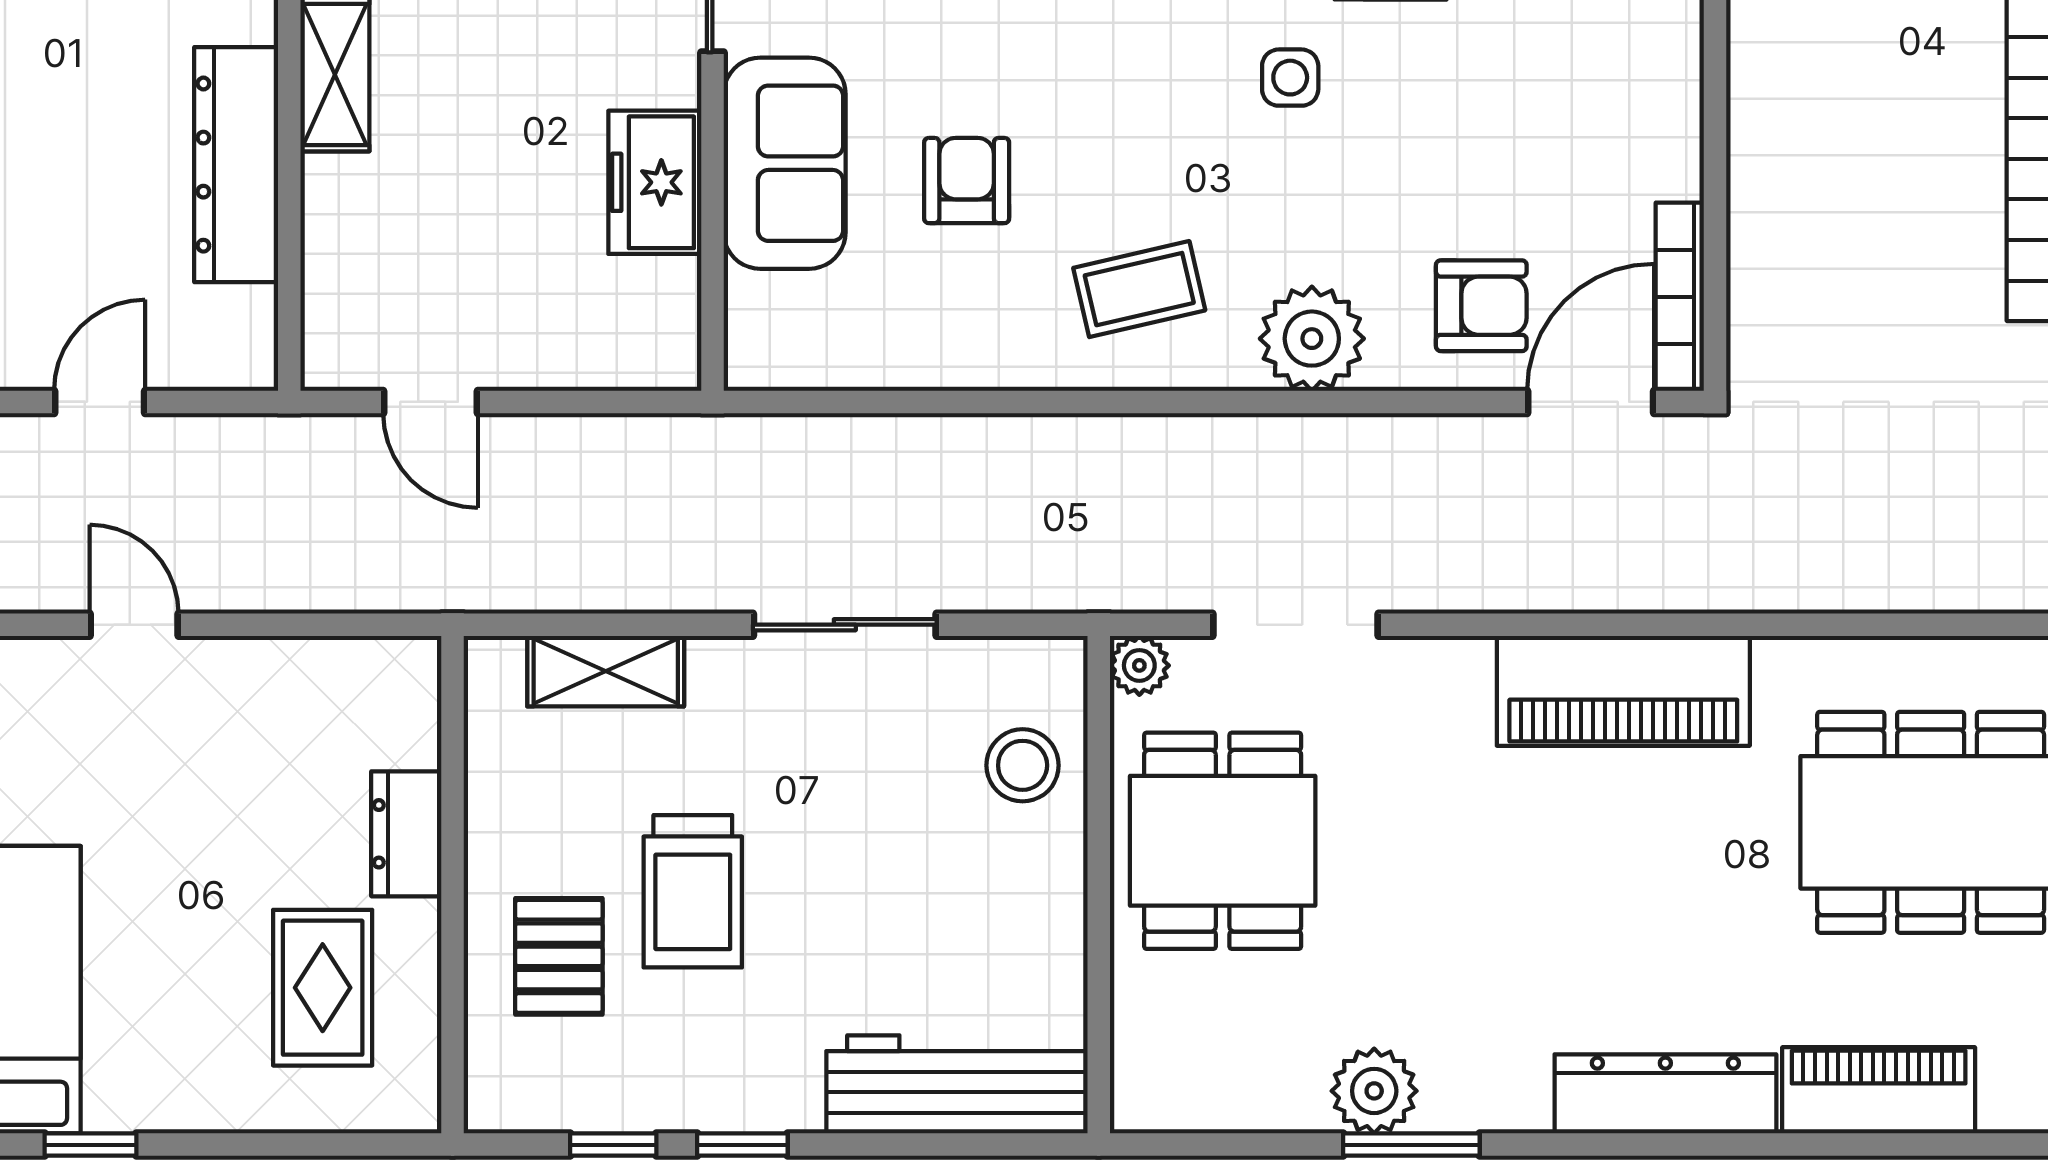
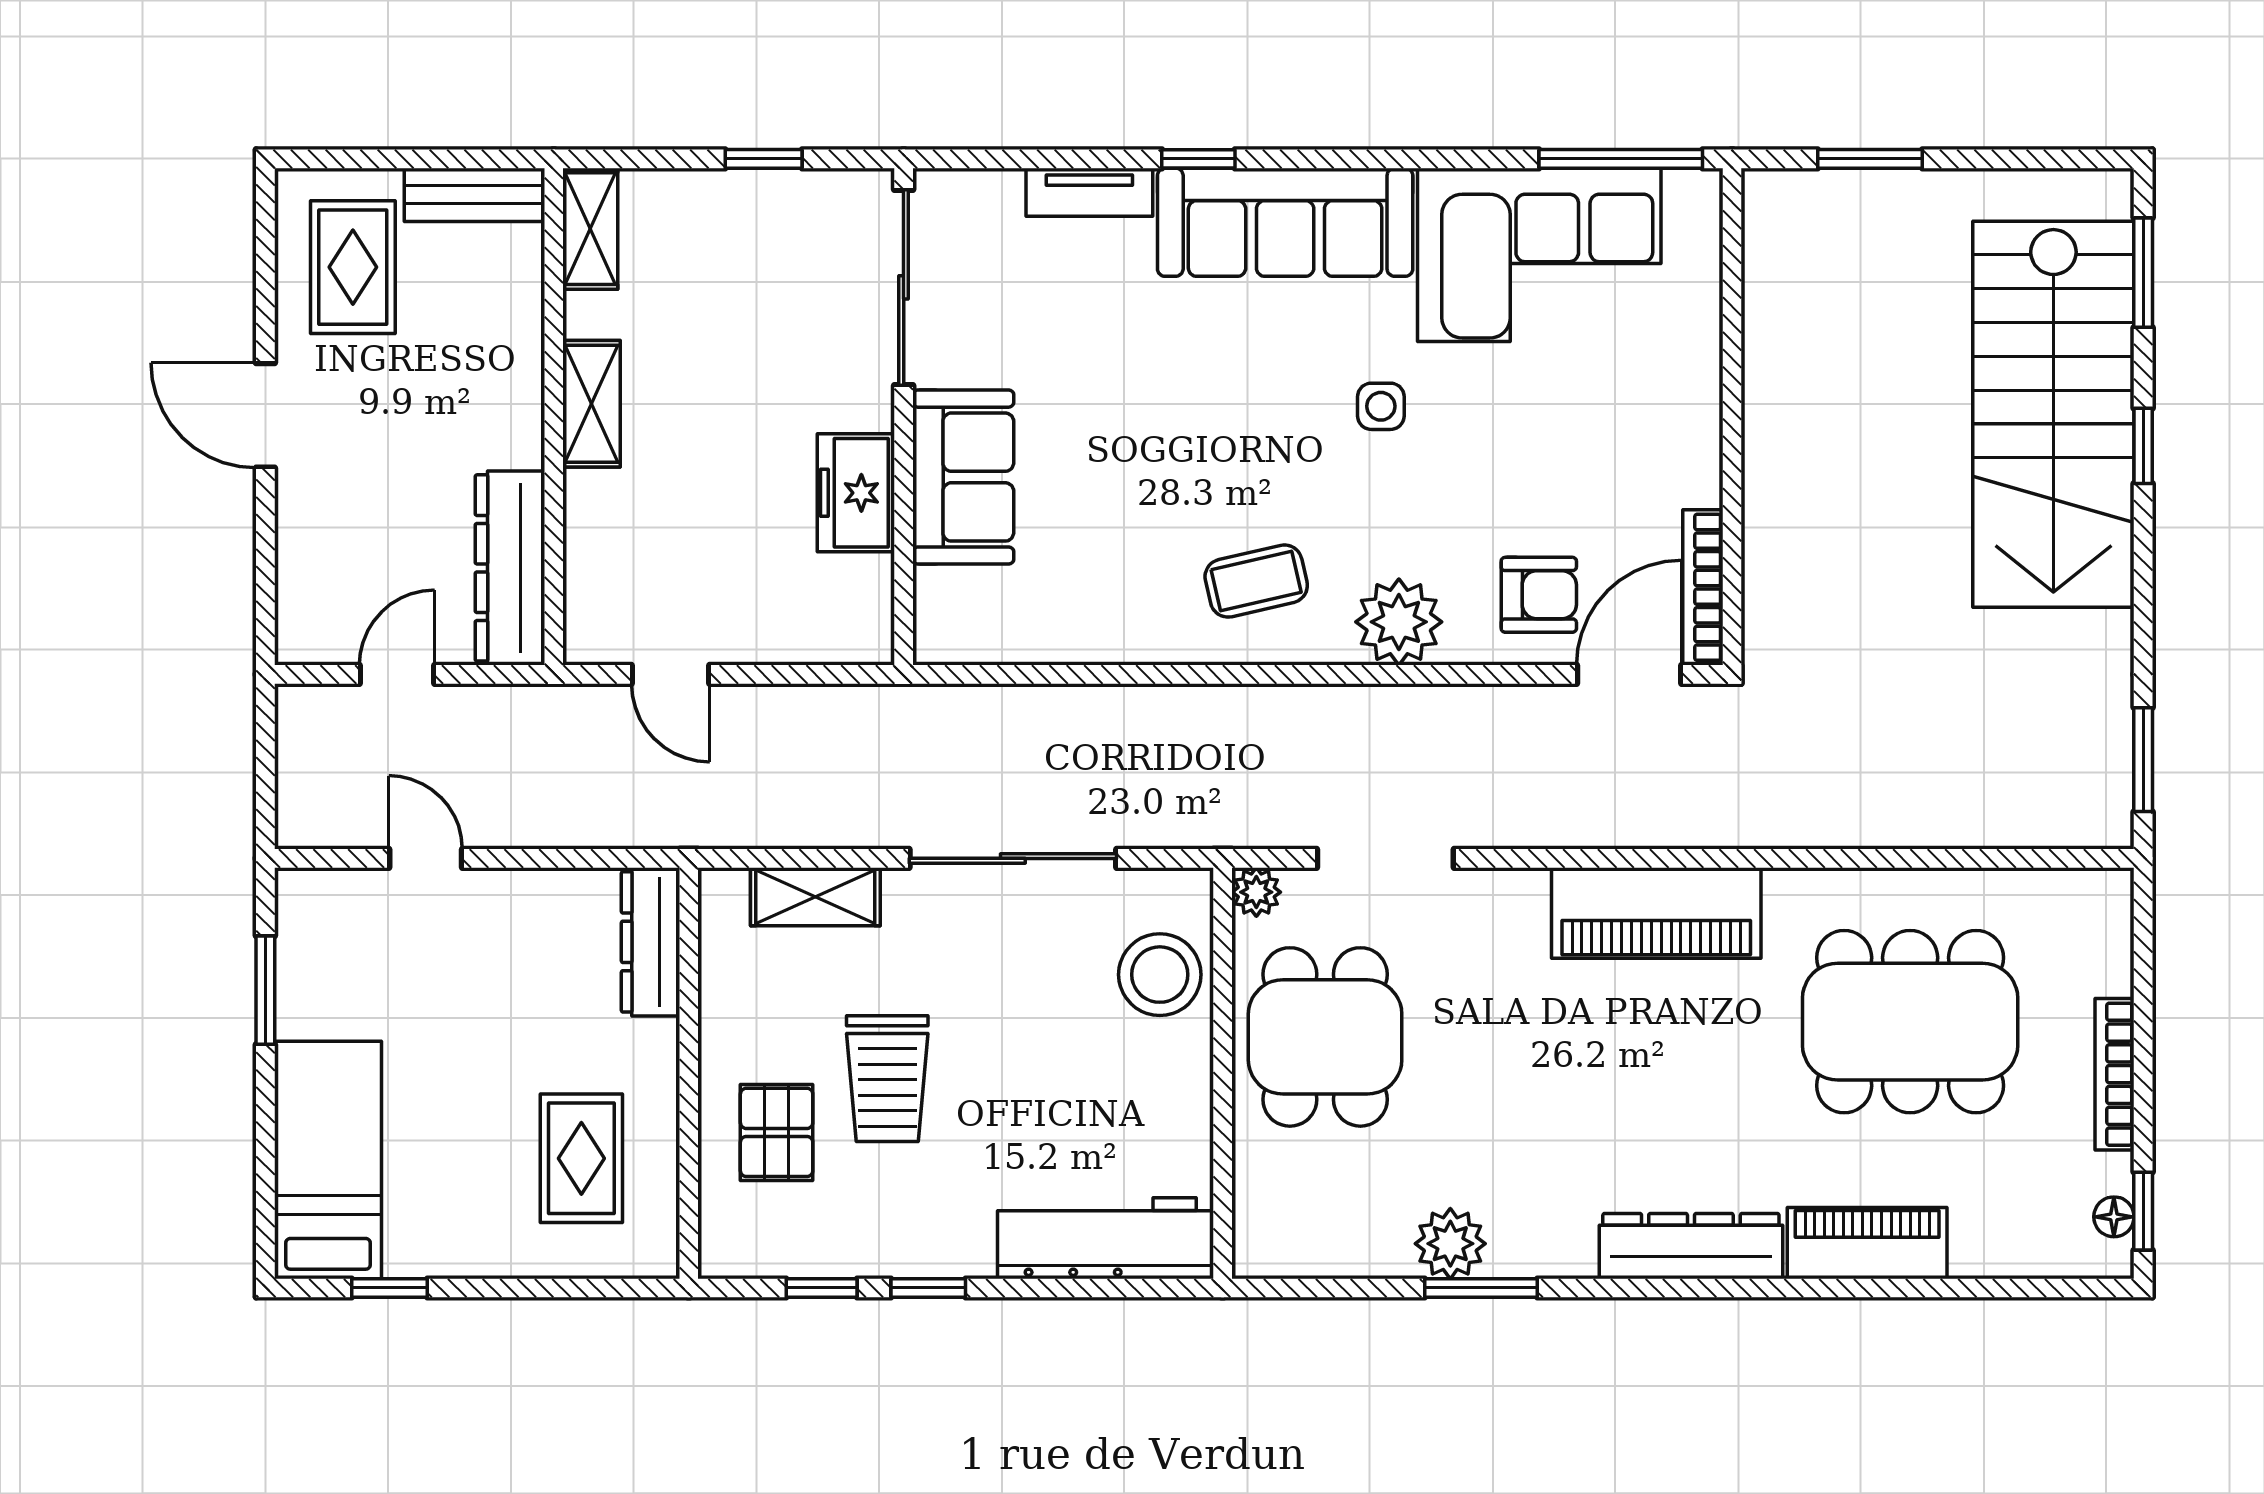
dresser: (236, 165) -> (510, 568), moved
armchair: (967, 181) -> (1114, 491), removed
sliding door: (845, 625) -> (1013, 858), width x1.37
stool: (1023, 765) -> (1160, 975), width x1.38, depth x1.38
dresser: (406, 834) -> (651, 942), moved, width x1.44

